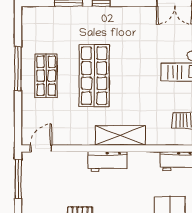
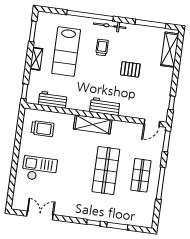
window: (18, 126) -> (166, 141), added
window: (18, 179) -> (172, 103), width x0.46

